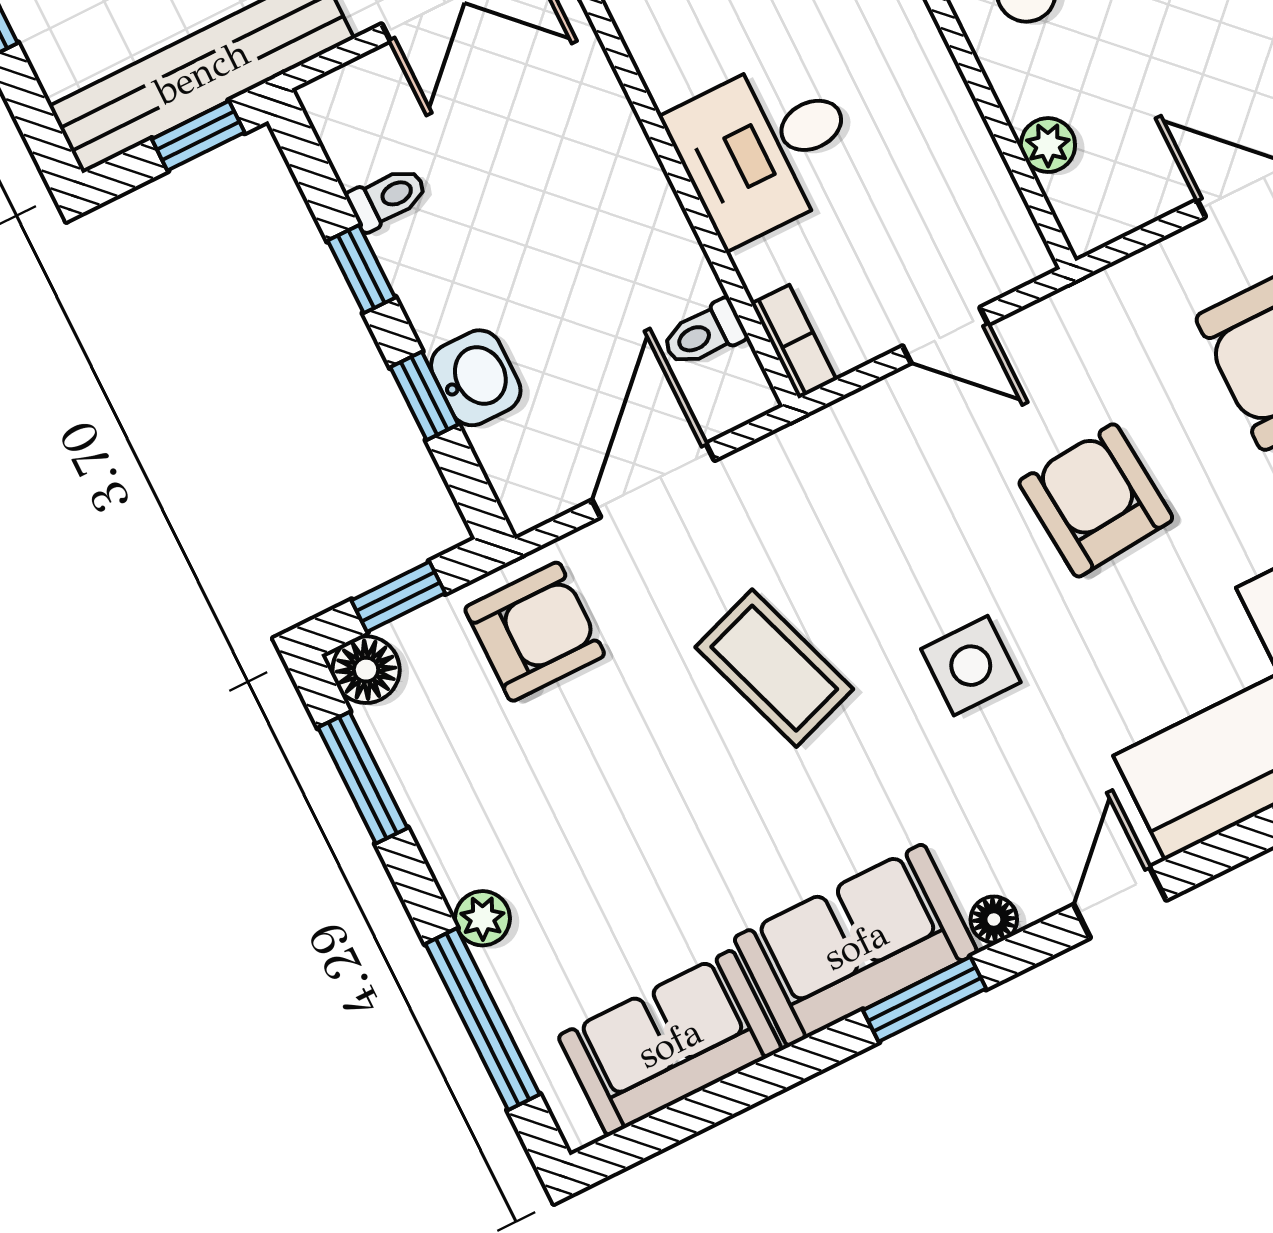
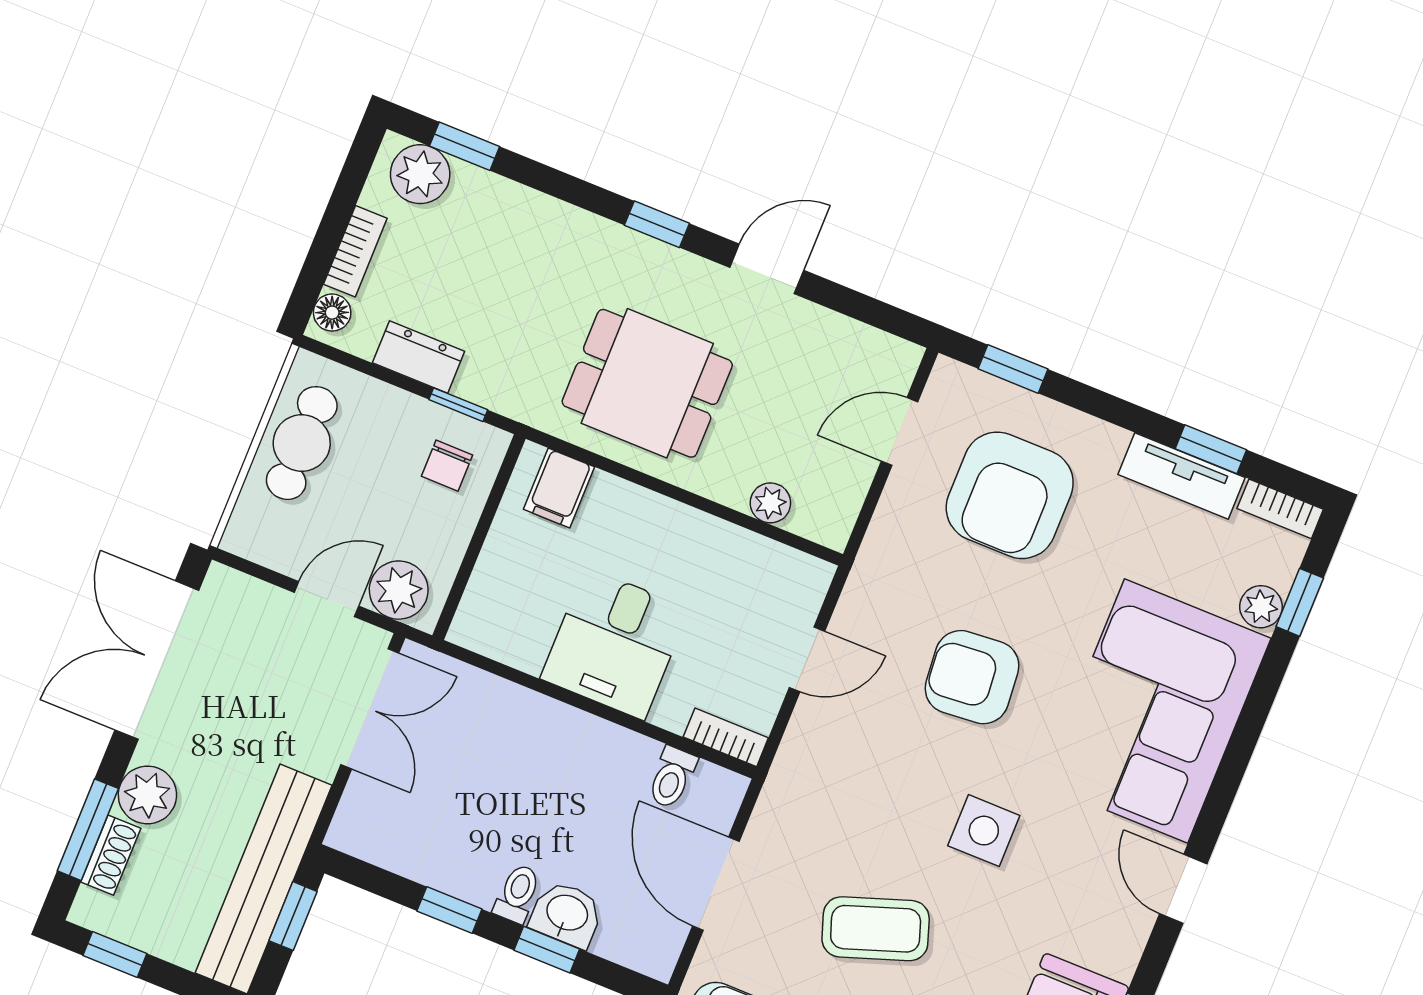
toilet: (387, 198) -> (517, 894), moved
floor lamp: (994, 919) -> (1122, 961), removed

